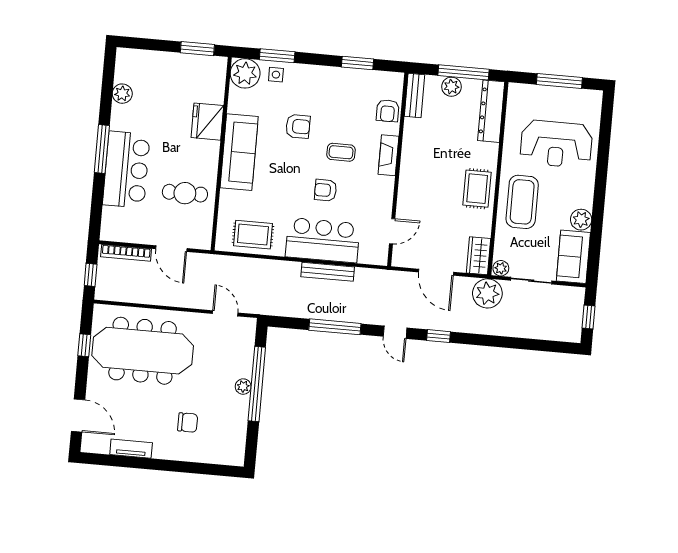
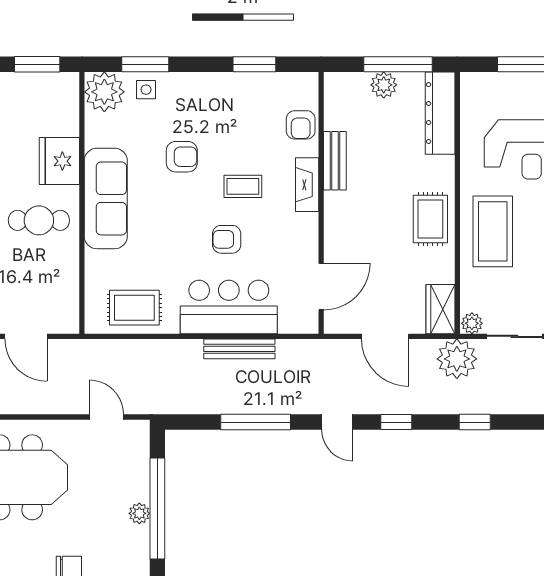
bench: (414, 95) -> (335, 161), moved
cafe table: (185, 193) -> (39, 220), moved
door: (392, 231) -> (321, 287), width x1.38
window: (496, 341) -> (475, 422), added

